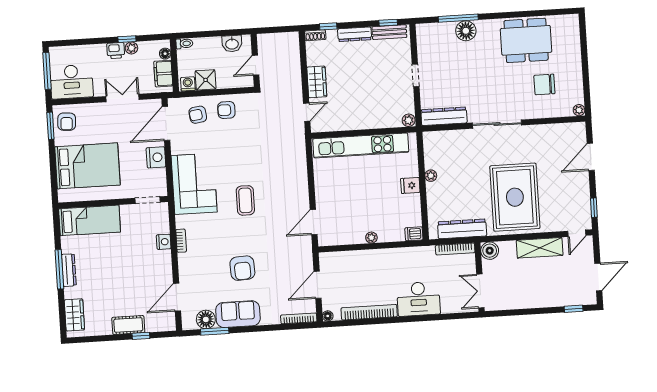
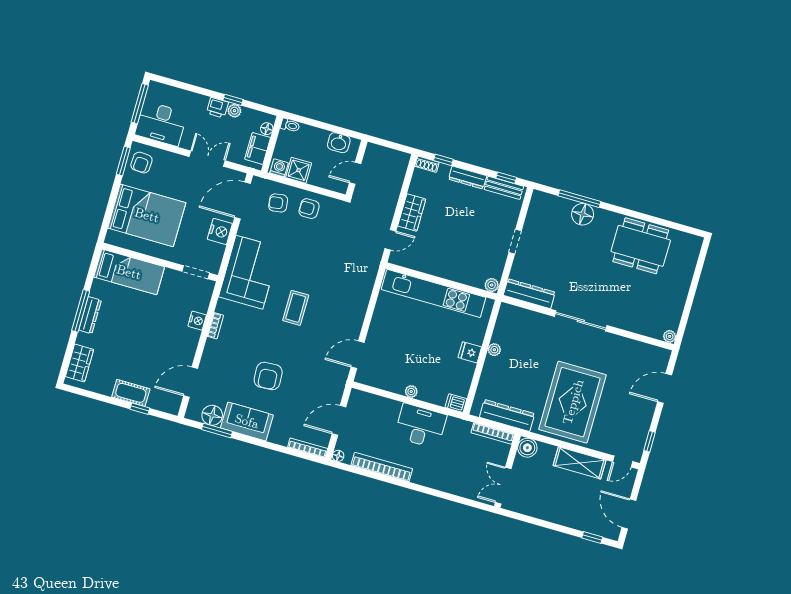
chair: (544, 84) -> (643, 298), removed
door: (598, 277) -> (629, 514), swing flipped
desk: (419, 299) -> (421, 426), moved, turned 180

